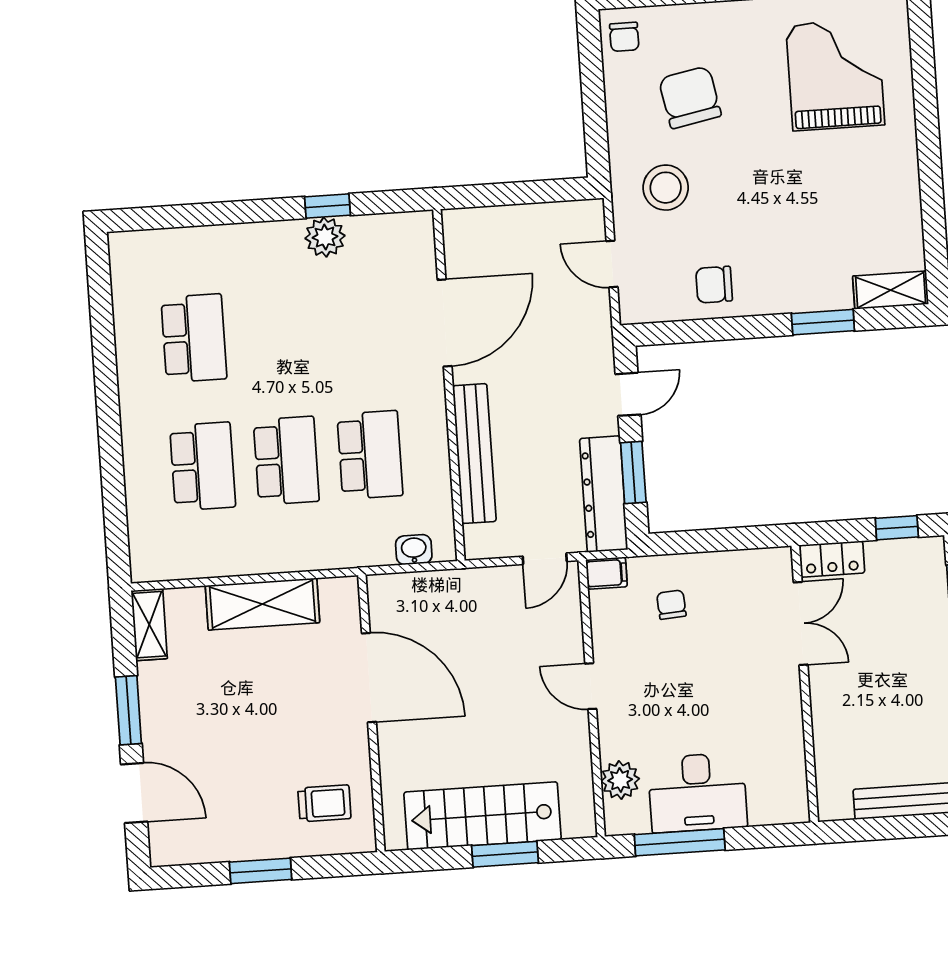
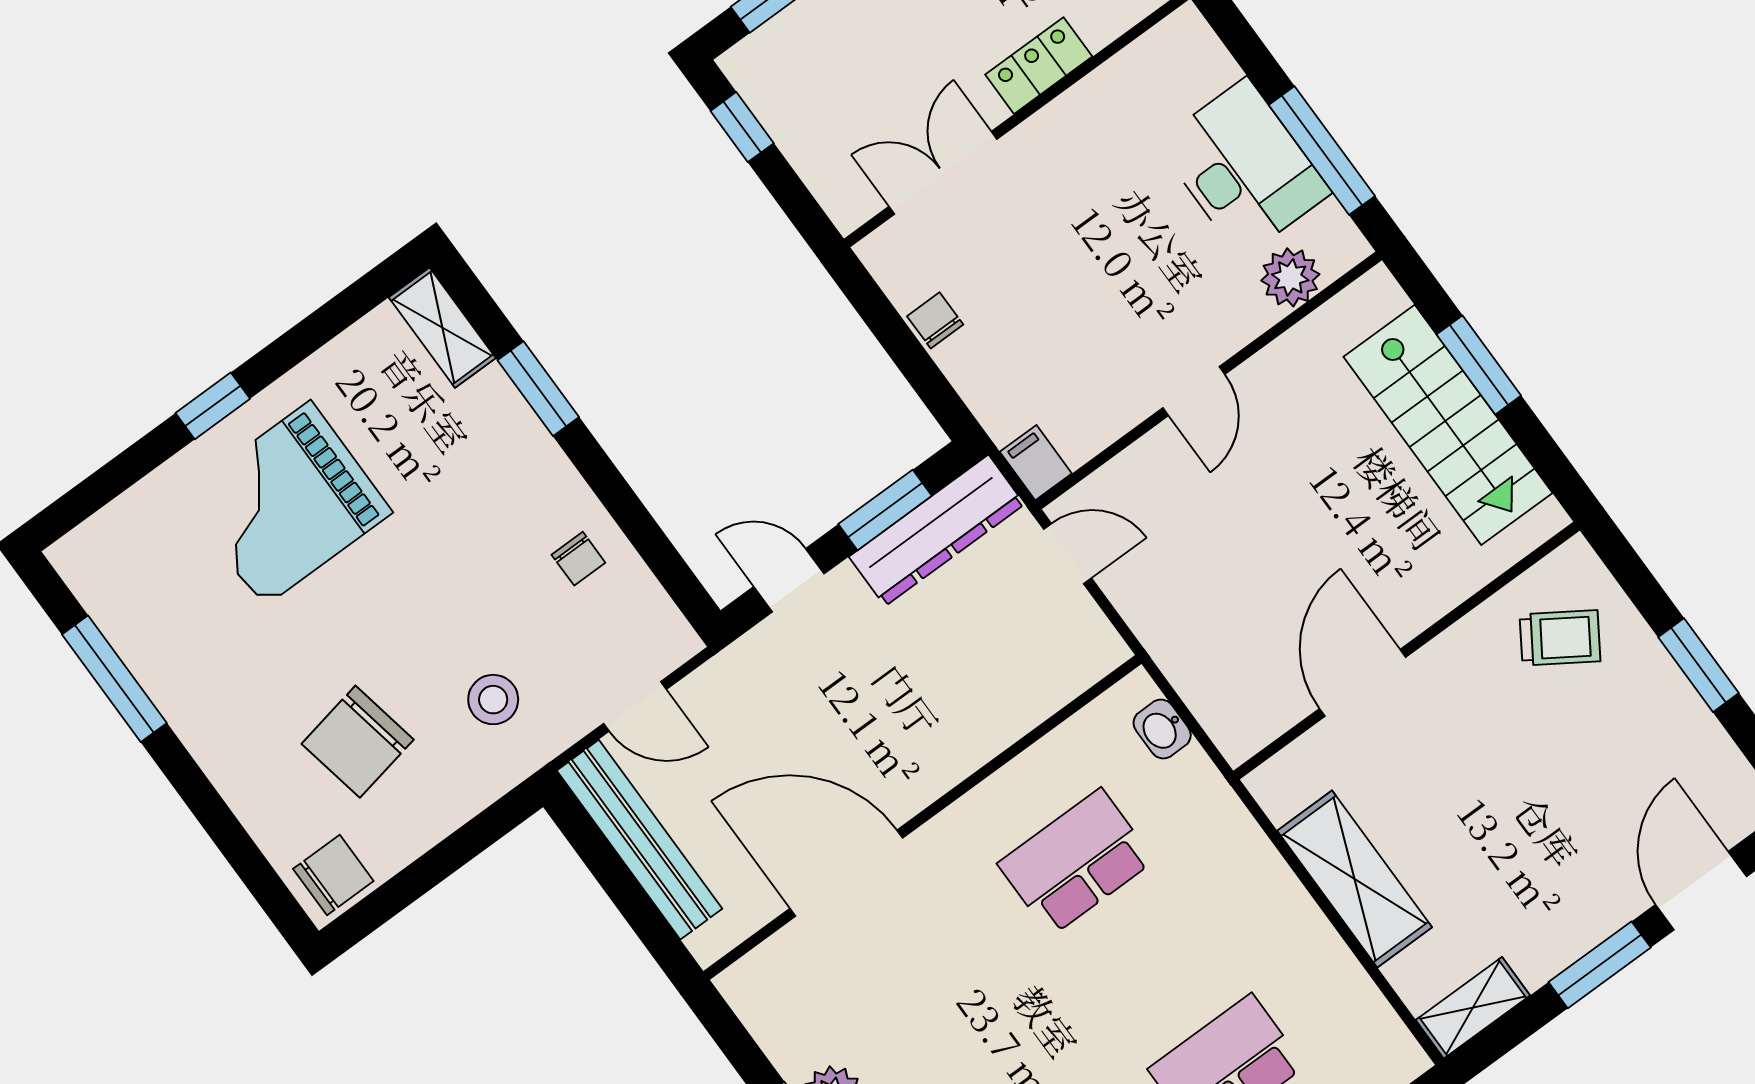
chair: (624, 37) -> (333, 875), width x1.37, depth x1.37
grand piano: (835, 75) -> (287, 504), moved
window: (928, 135) -> (213, 406), added
stool: (666, 188) -> (493, 700), width x0.73, depth x0.73
door: (612, 264) -> (635, 706), hinge flipped
chair: (714, 285) -> (578, 559), width x0.73, depth x0.73
bench: (474, 454) -> (640, 840), moved, turned 90
school desk: (286, 461) -> (1151, 965), removed
locker: (832, 559) -> (1039, 66), moved, turned -90
chair: (671, 605) -> (935, 320), moved, turned 94
door: (369, 678) -> (1363, 683), width x0.73
trolley: (324, 803) -> (1560, 638), turned 123

